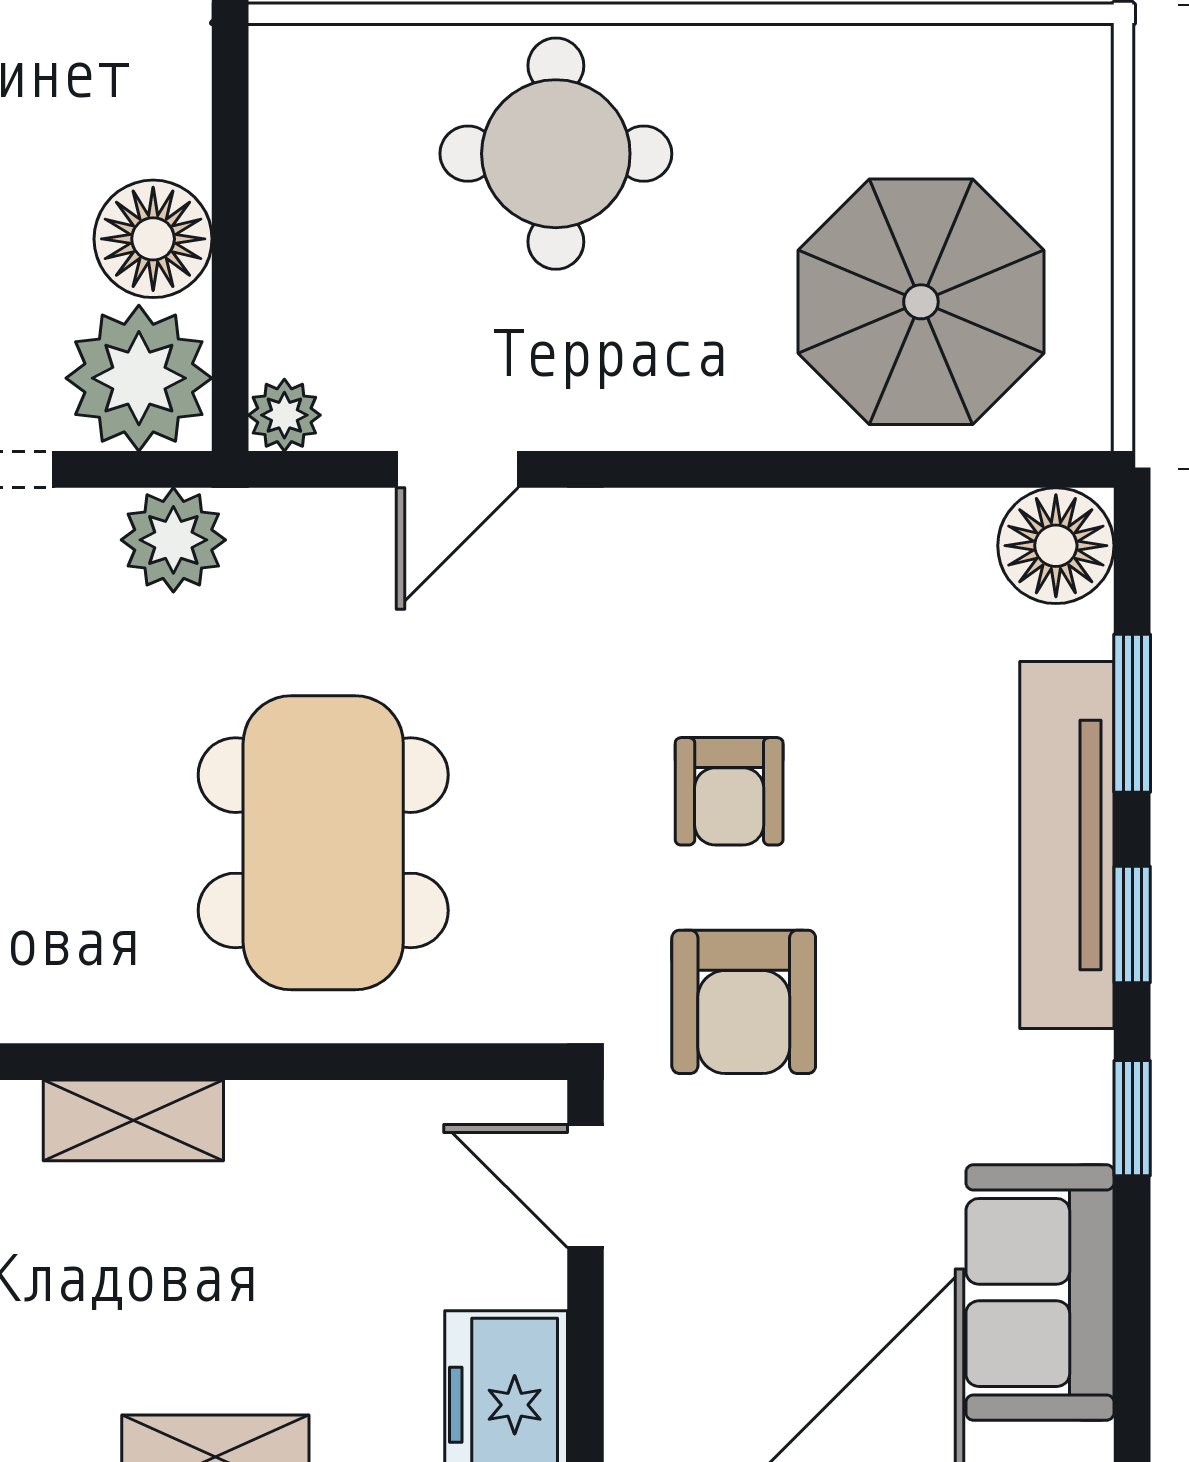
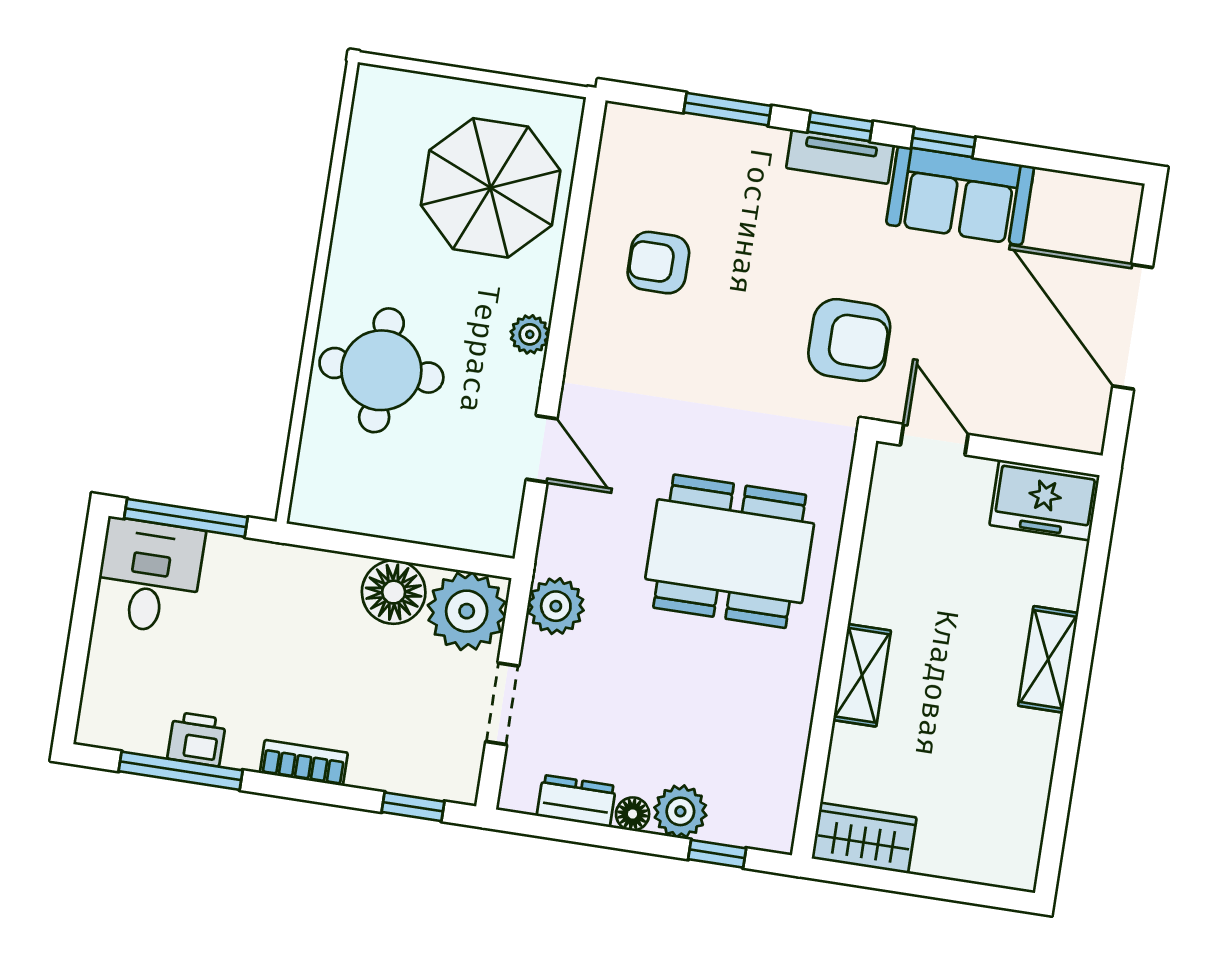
plant: (284, 415) -> (530, 334), moved
floor lamp: (1056, 546) -> (632, 136), removed
armchair: (729, 791) -> (658, 263), moved, turned 180
tv unit: (1067, 845) -> (840, 157), width x0.52, depth x0.78
door: (585, 1186) -> (934, 440), swing flipped
sofa: (1040, 1292) -> (960, 196), moved

